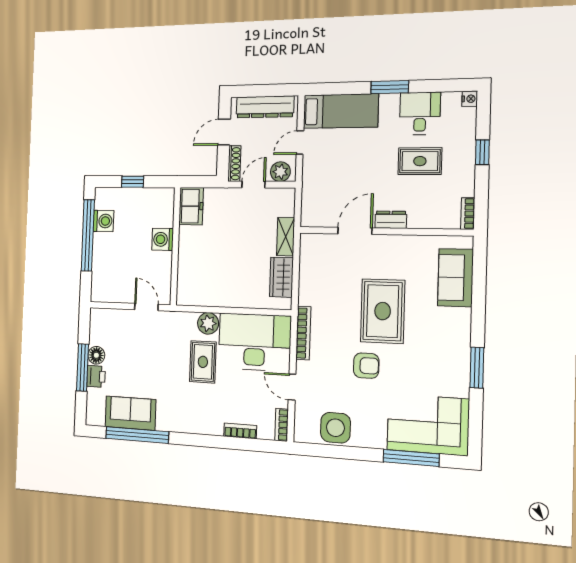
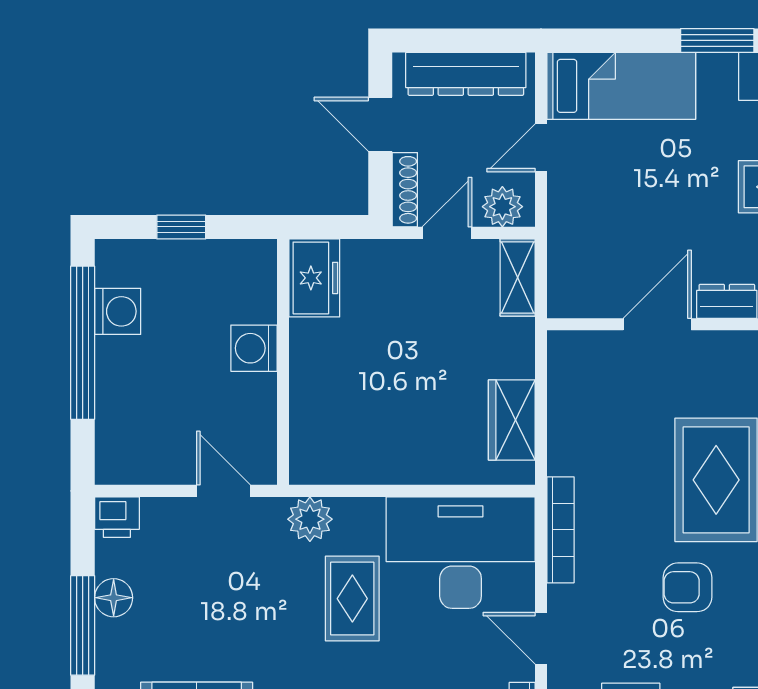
door: (224, 132) -> (380, 124), hinge flipped
shelving: (286, 237) -> (518, 278), moved
plant: (208, 323) -> (310, 519), moved
armchair: (366, 366) -> (687, 587), turned 180
printer: (96, 376) -> (117, 517), moved, turned 90

